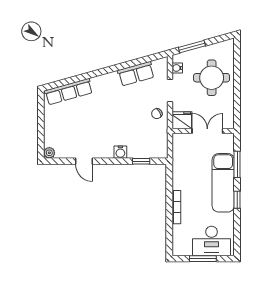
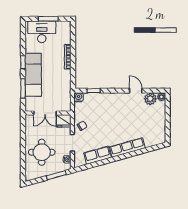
row of seats: (69, 92) -> (127, 147), moved
plant: (64, 150) -> (150, 99), added
water cooler: (120, 152) -> (79, 97), moved

